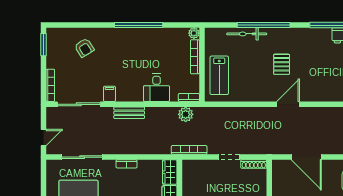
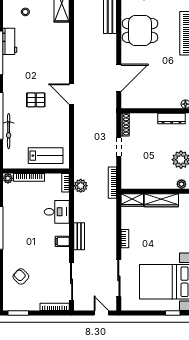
armchair: (84, 48) -> (21, 276), turned -104
filing cabinet: (109, 94) -> (62, 241), moved

